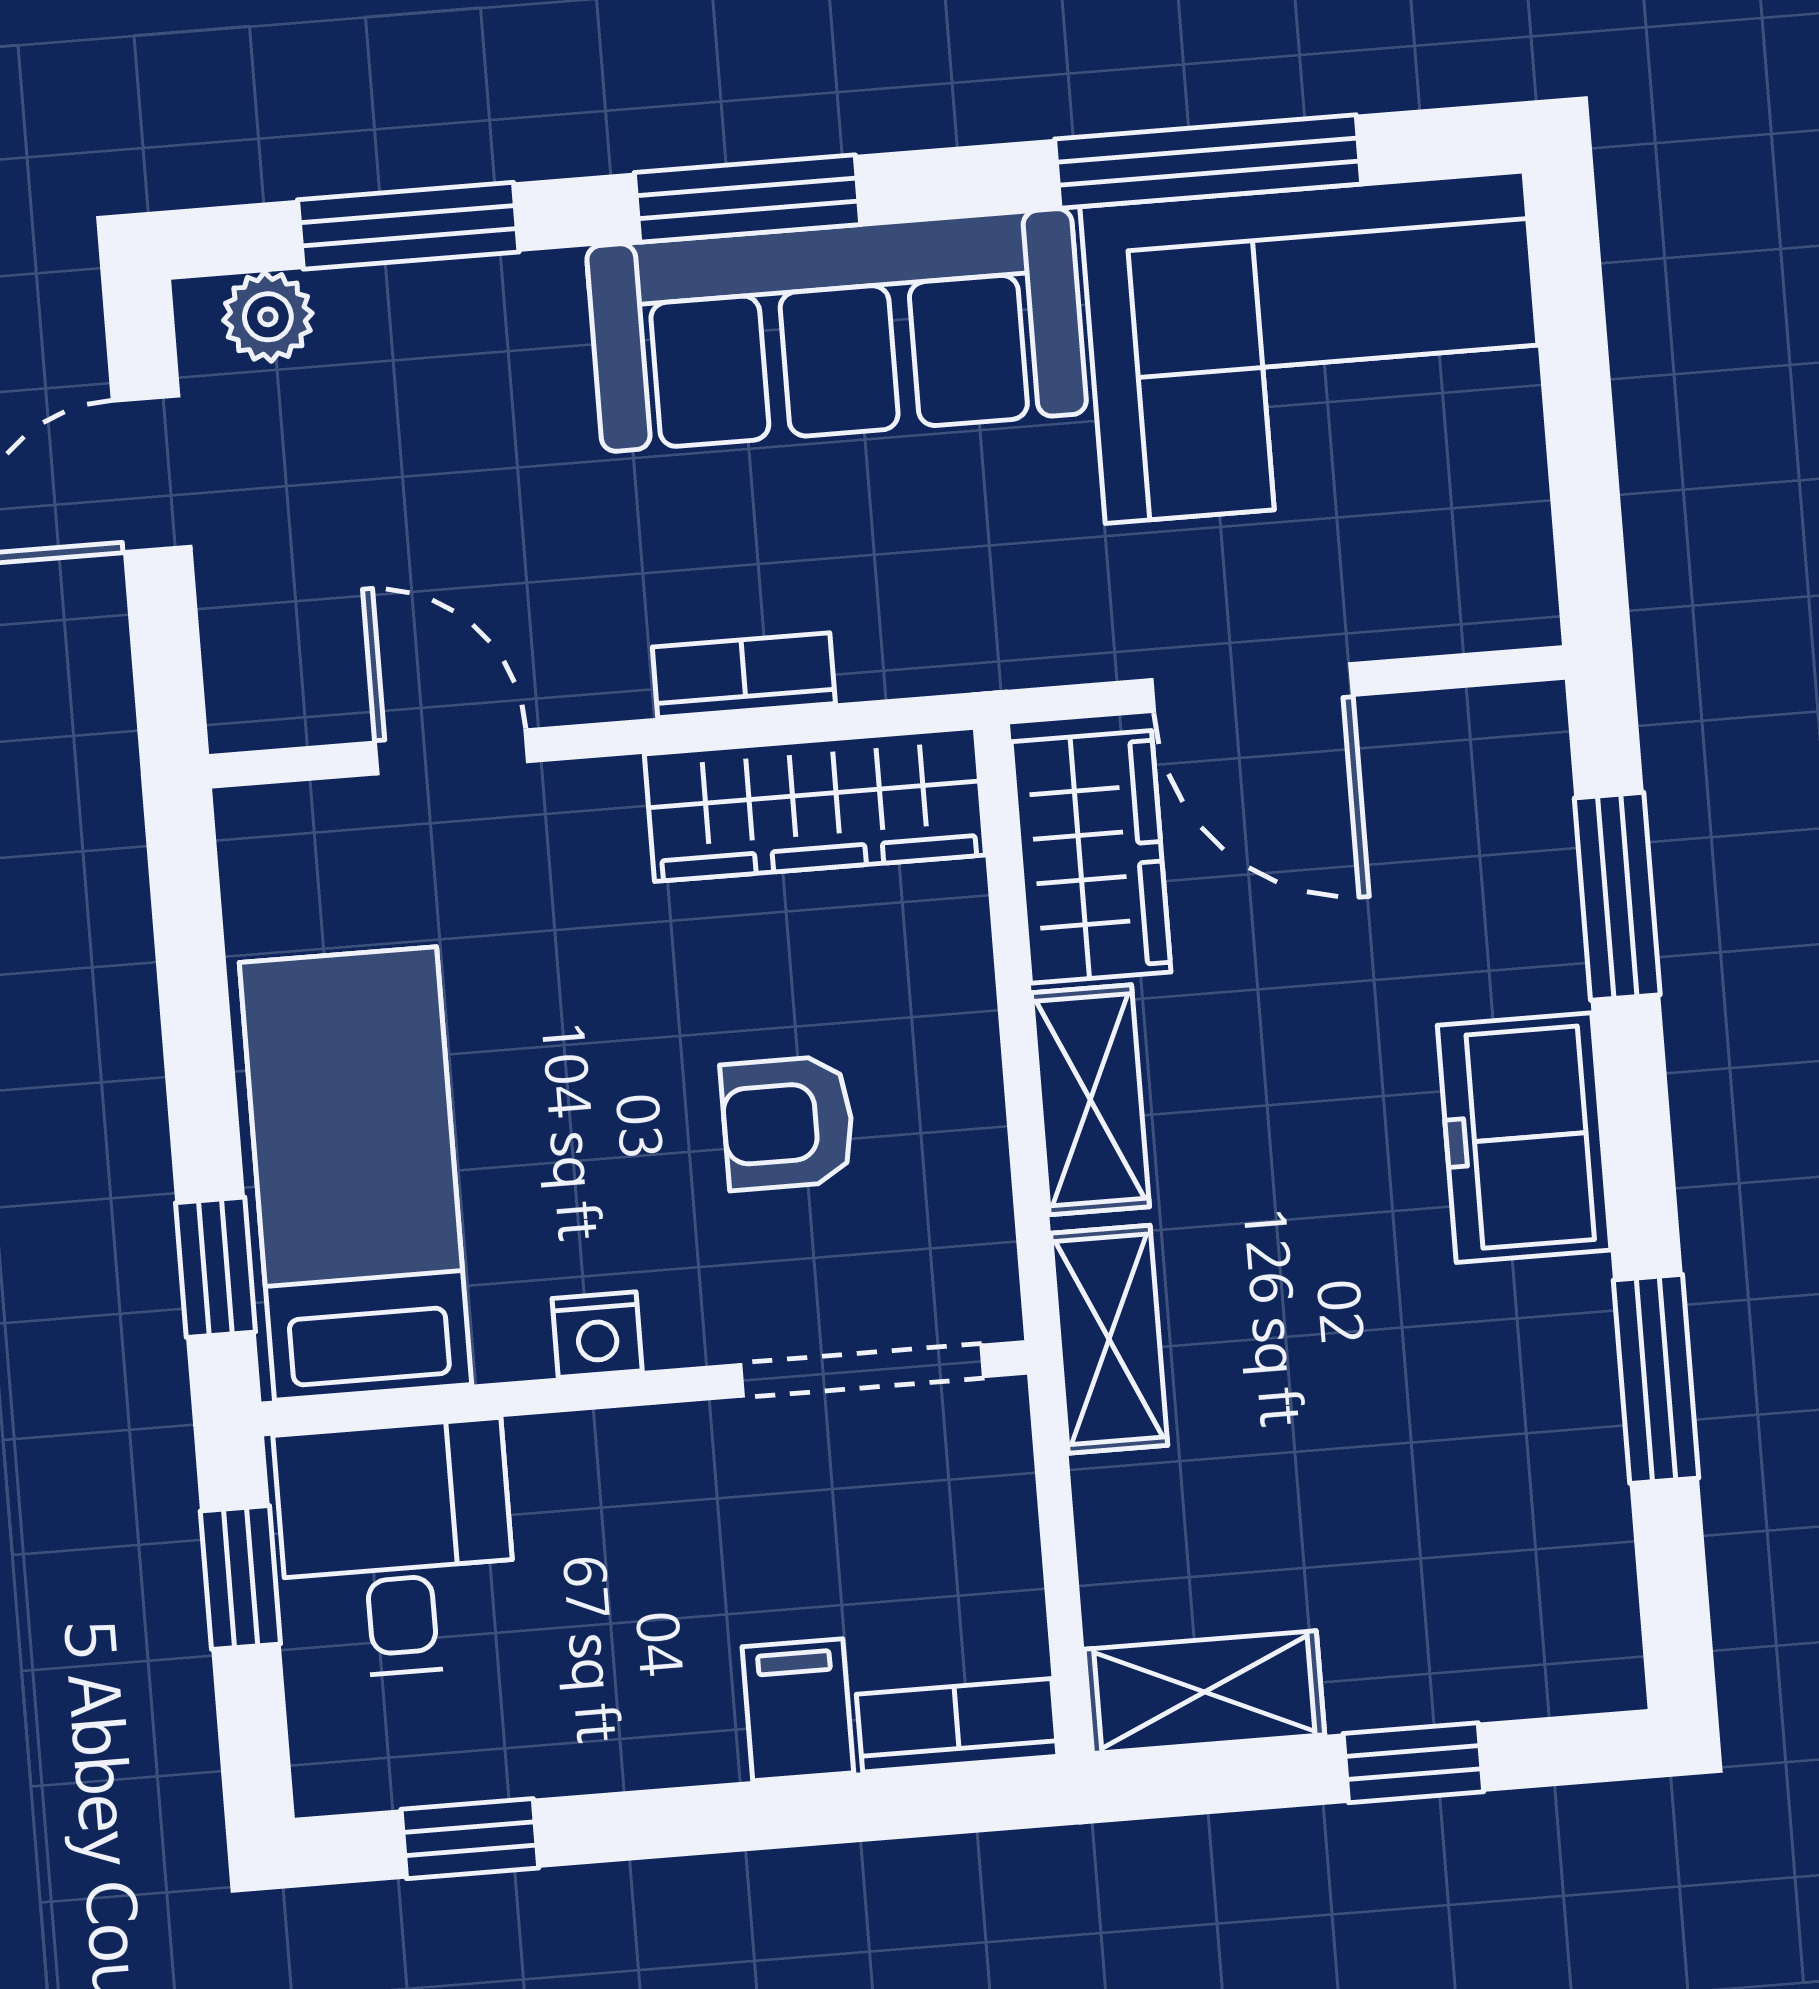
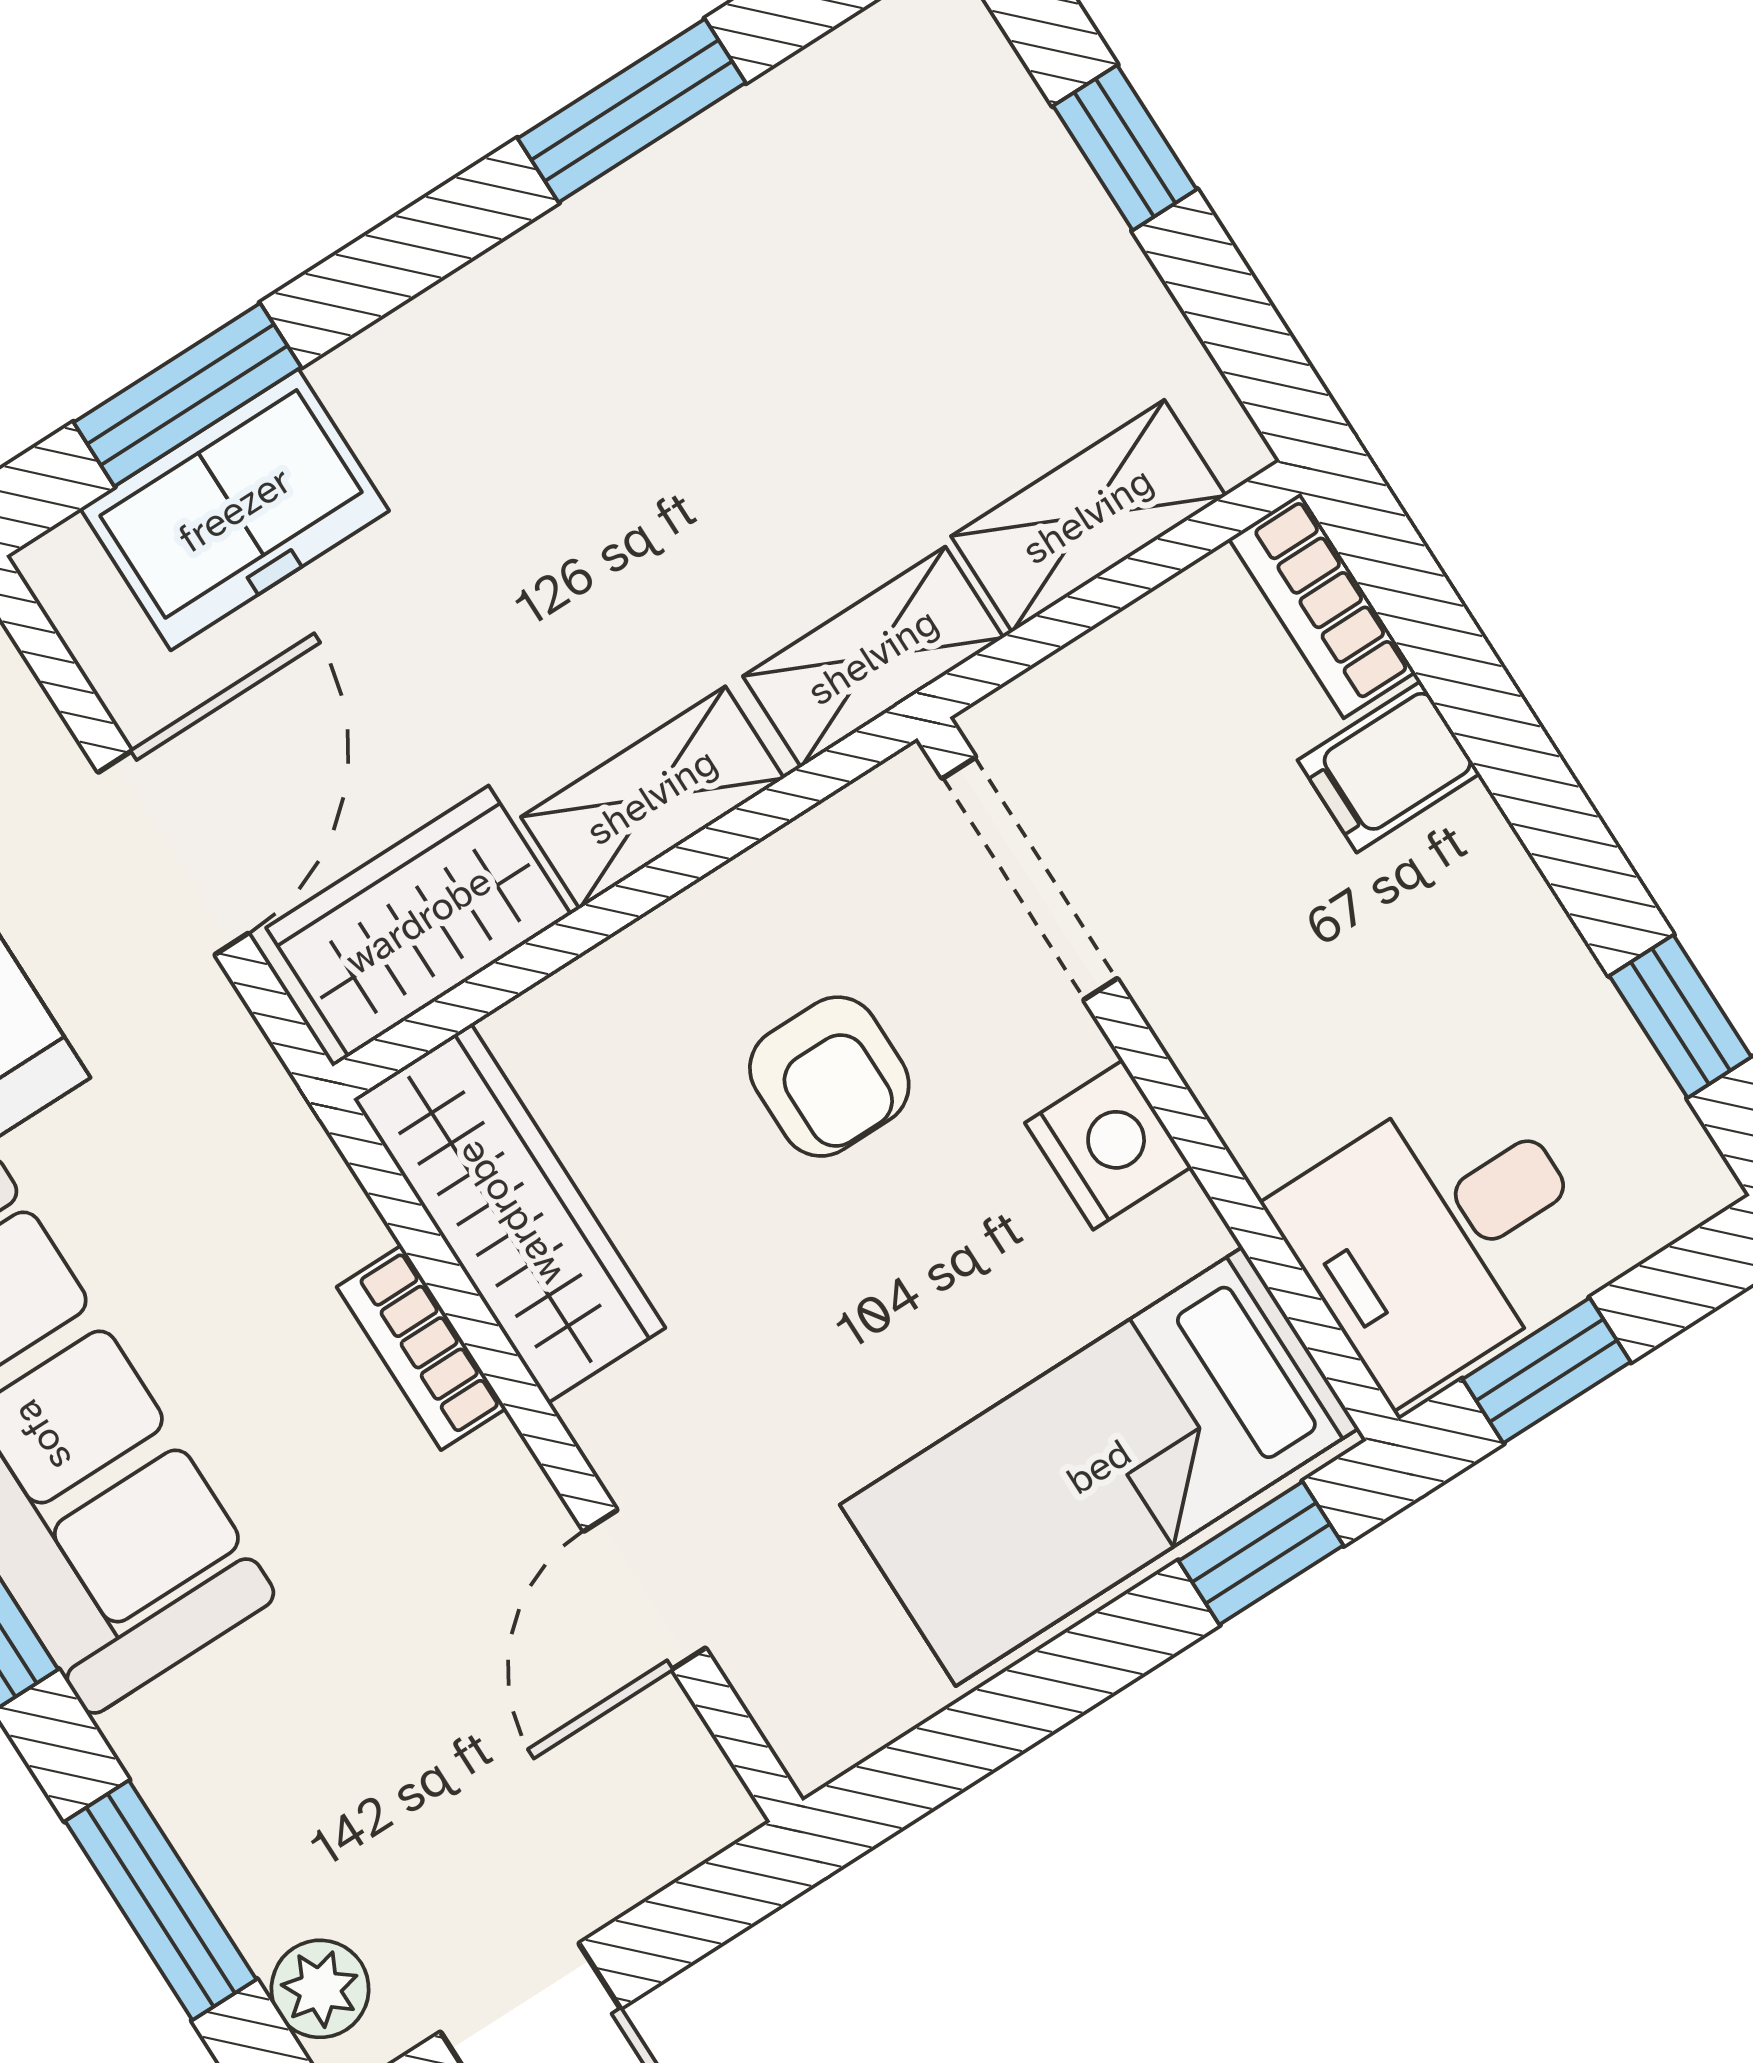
freezer: (1524, 1138) -> (235, 510), moved
nightstand: (597, 1335) -> (1108, 1145), width x1.39, depth x1.35
shelving: (1204, 1692) -> (1088, 516), moved, turned 90

